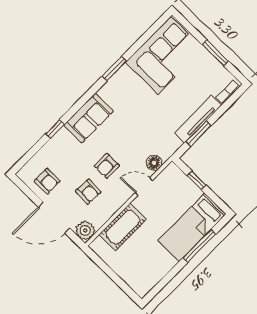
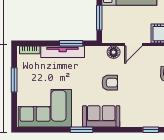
sofa: (88, 118) -> (101, 116), moved
armchair: (107, 166) -> (110, 83), moved
window: (196, 180) -> (99, 18), width x1.50
door: (144, 187) -> (133, 45), hinge flipped

